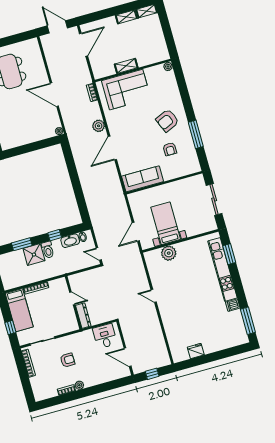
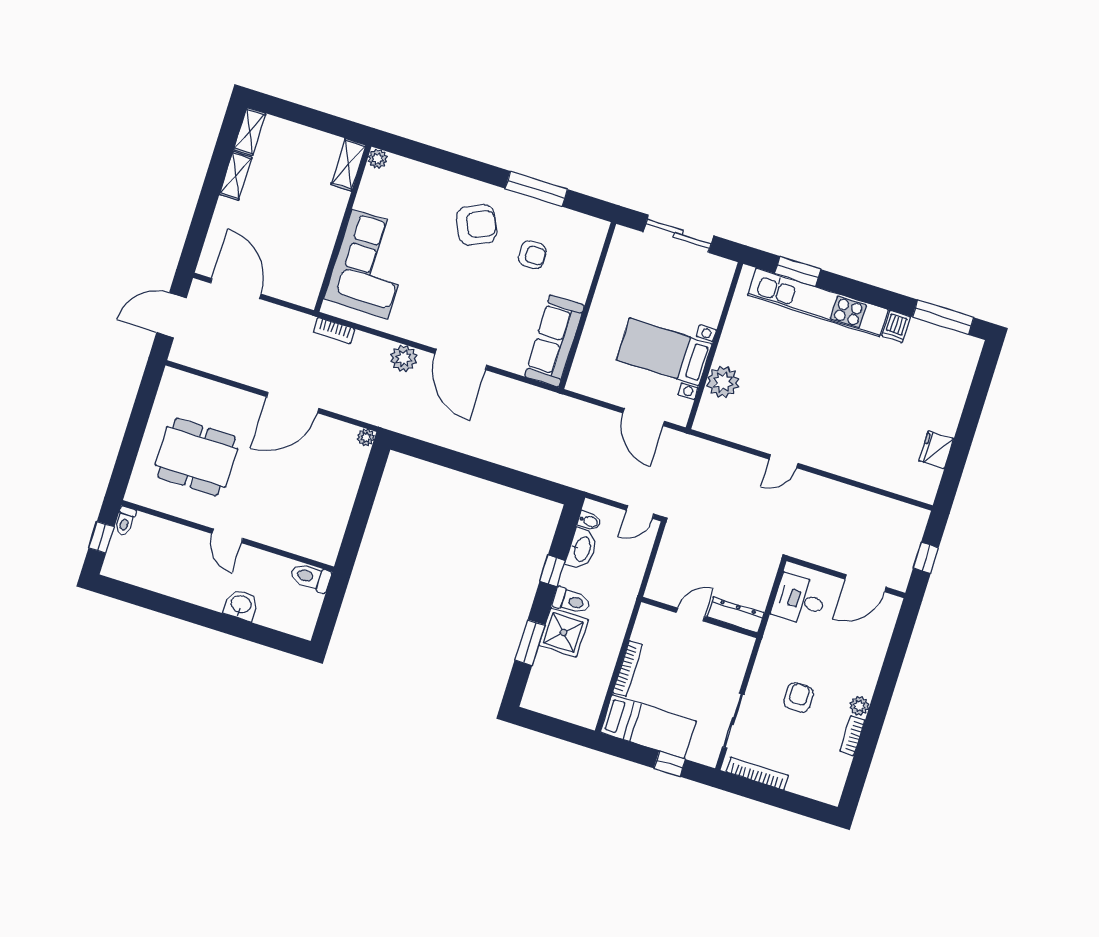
shelving: (126, 66) -> (348, 165), moved
armchair: (167, 120) -> (477, 225), turned -92

